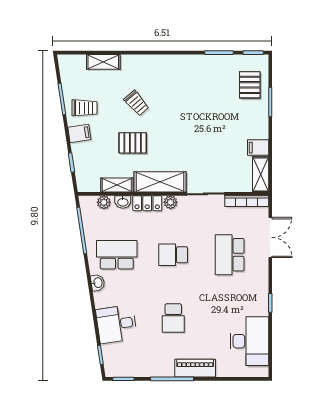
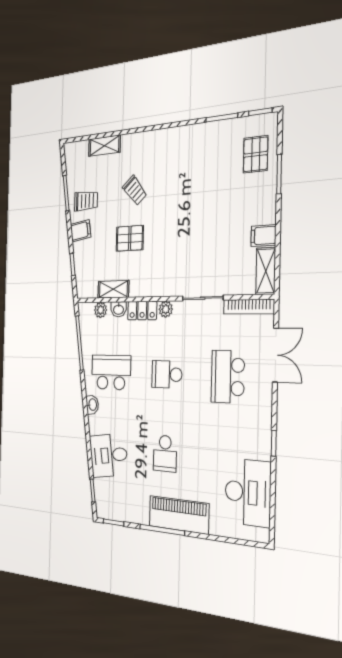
shelving: (160, 182) -> (156, 284), removed
piano: (195, 368) -> (179, 515), width x1.37, depth x1.33

